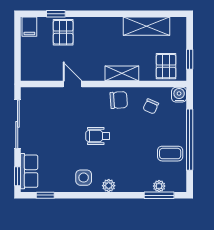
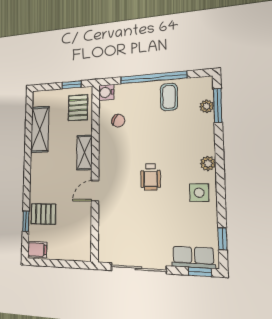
pallet: (166, 66) -> (78, 108), turned 90
door: (72, 84) -> (95, 191), moved
chair: (119, 100) -> (112, 155), removed

